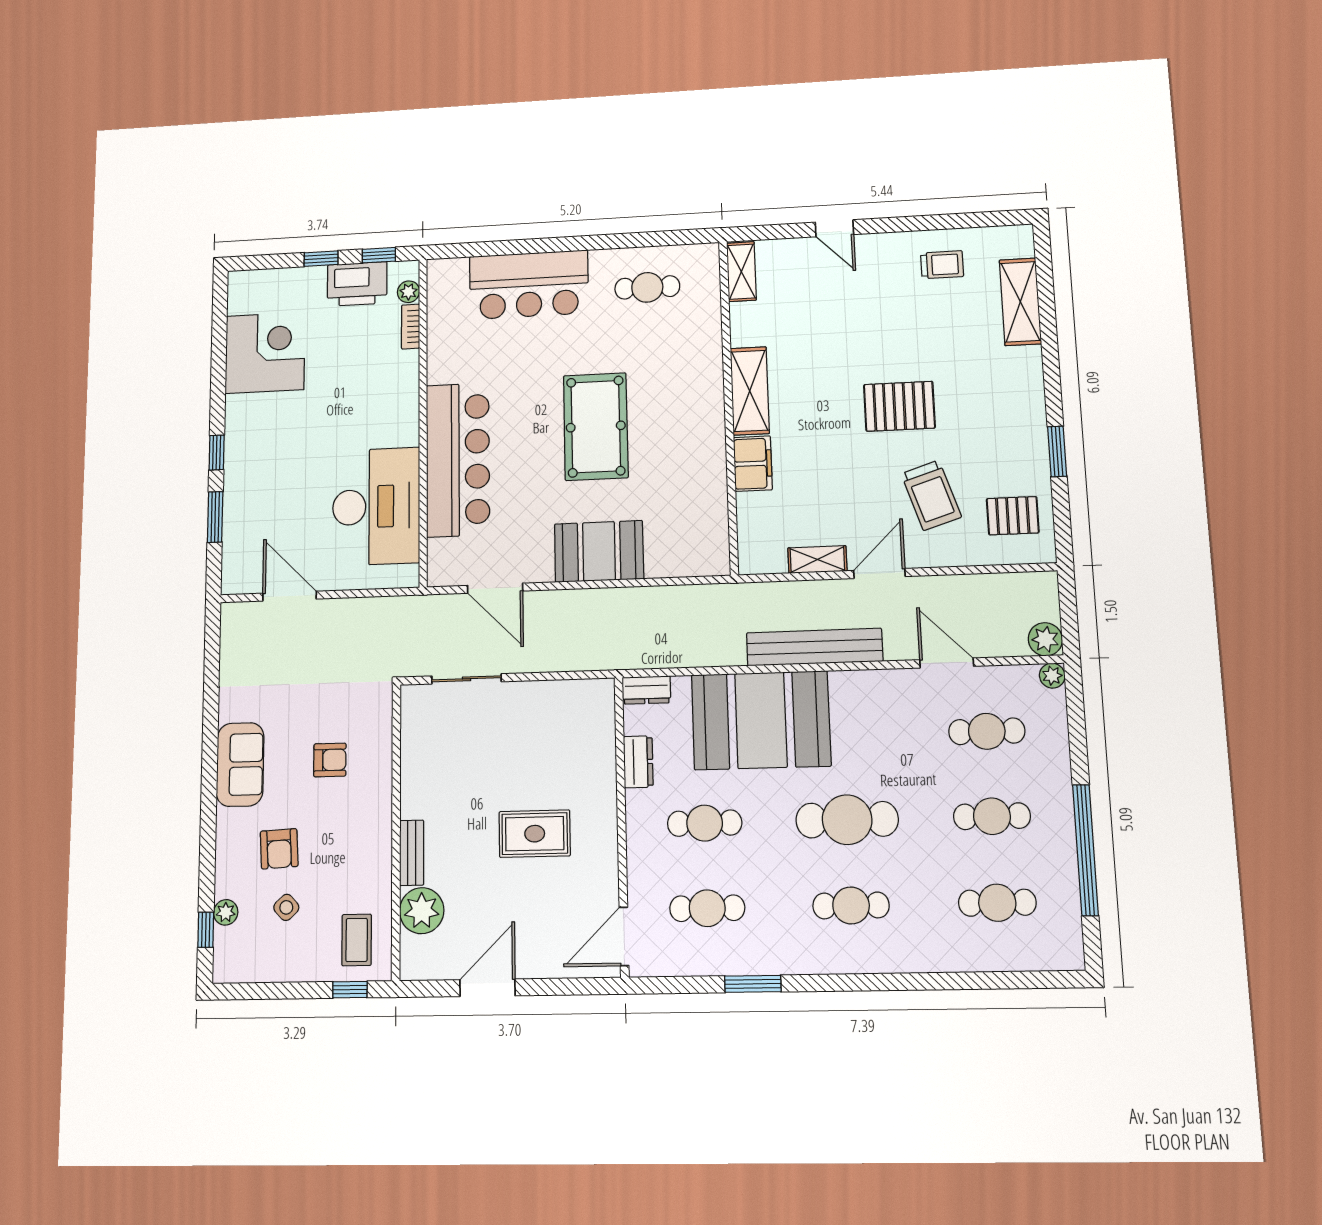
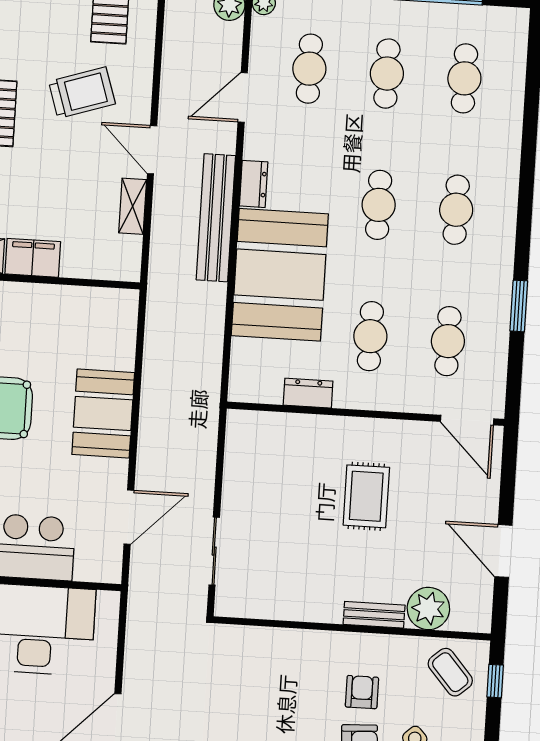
dresser: (646, 690) -> (254, 184), moved
armchair: (330, 760) -> (362, 692), moved
cafe table: (847, 820) -> (379, 205), width x0.73, depth x0.74
coffee table: (357, 940) -> (450, 672), turned 49

